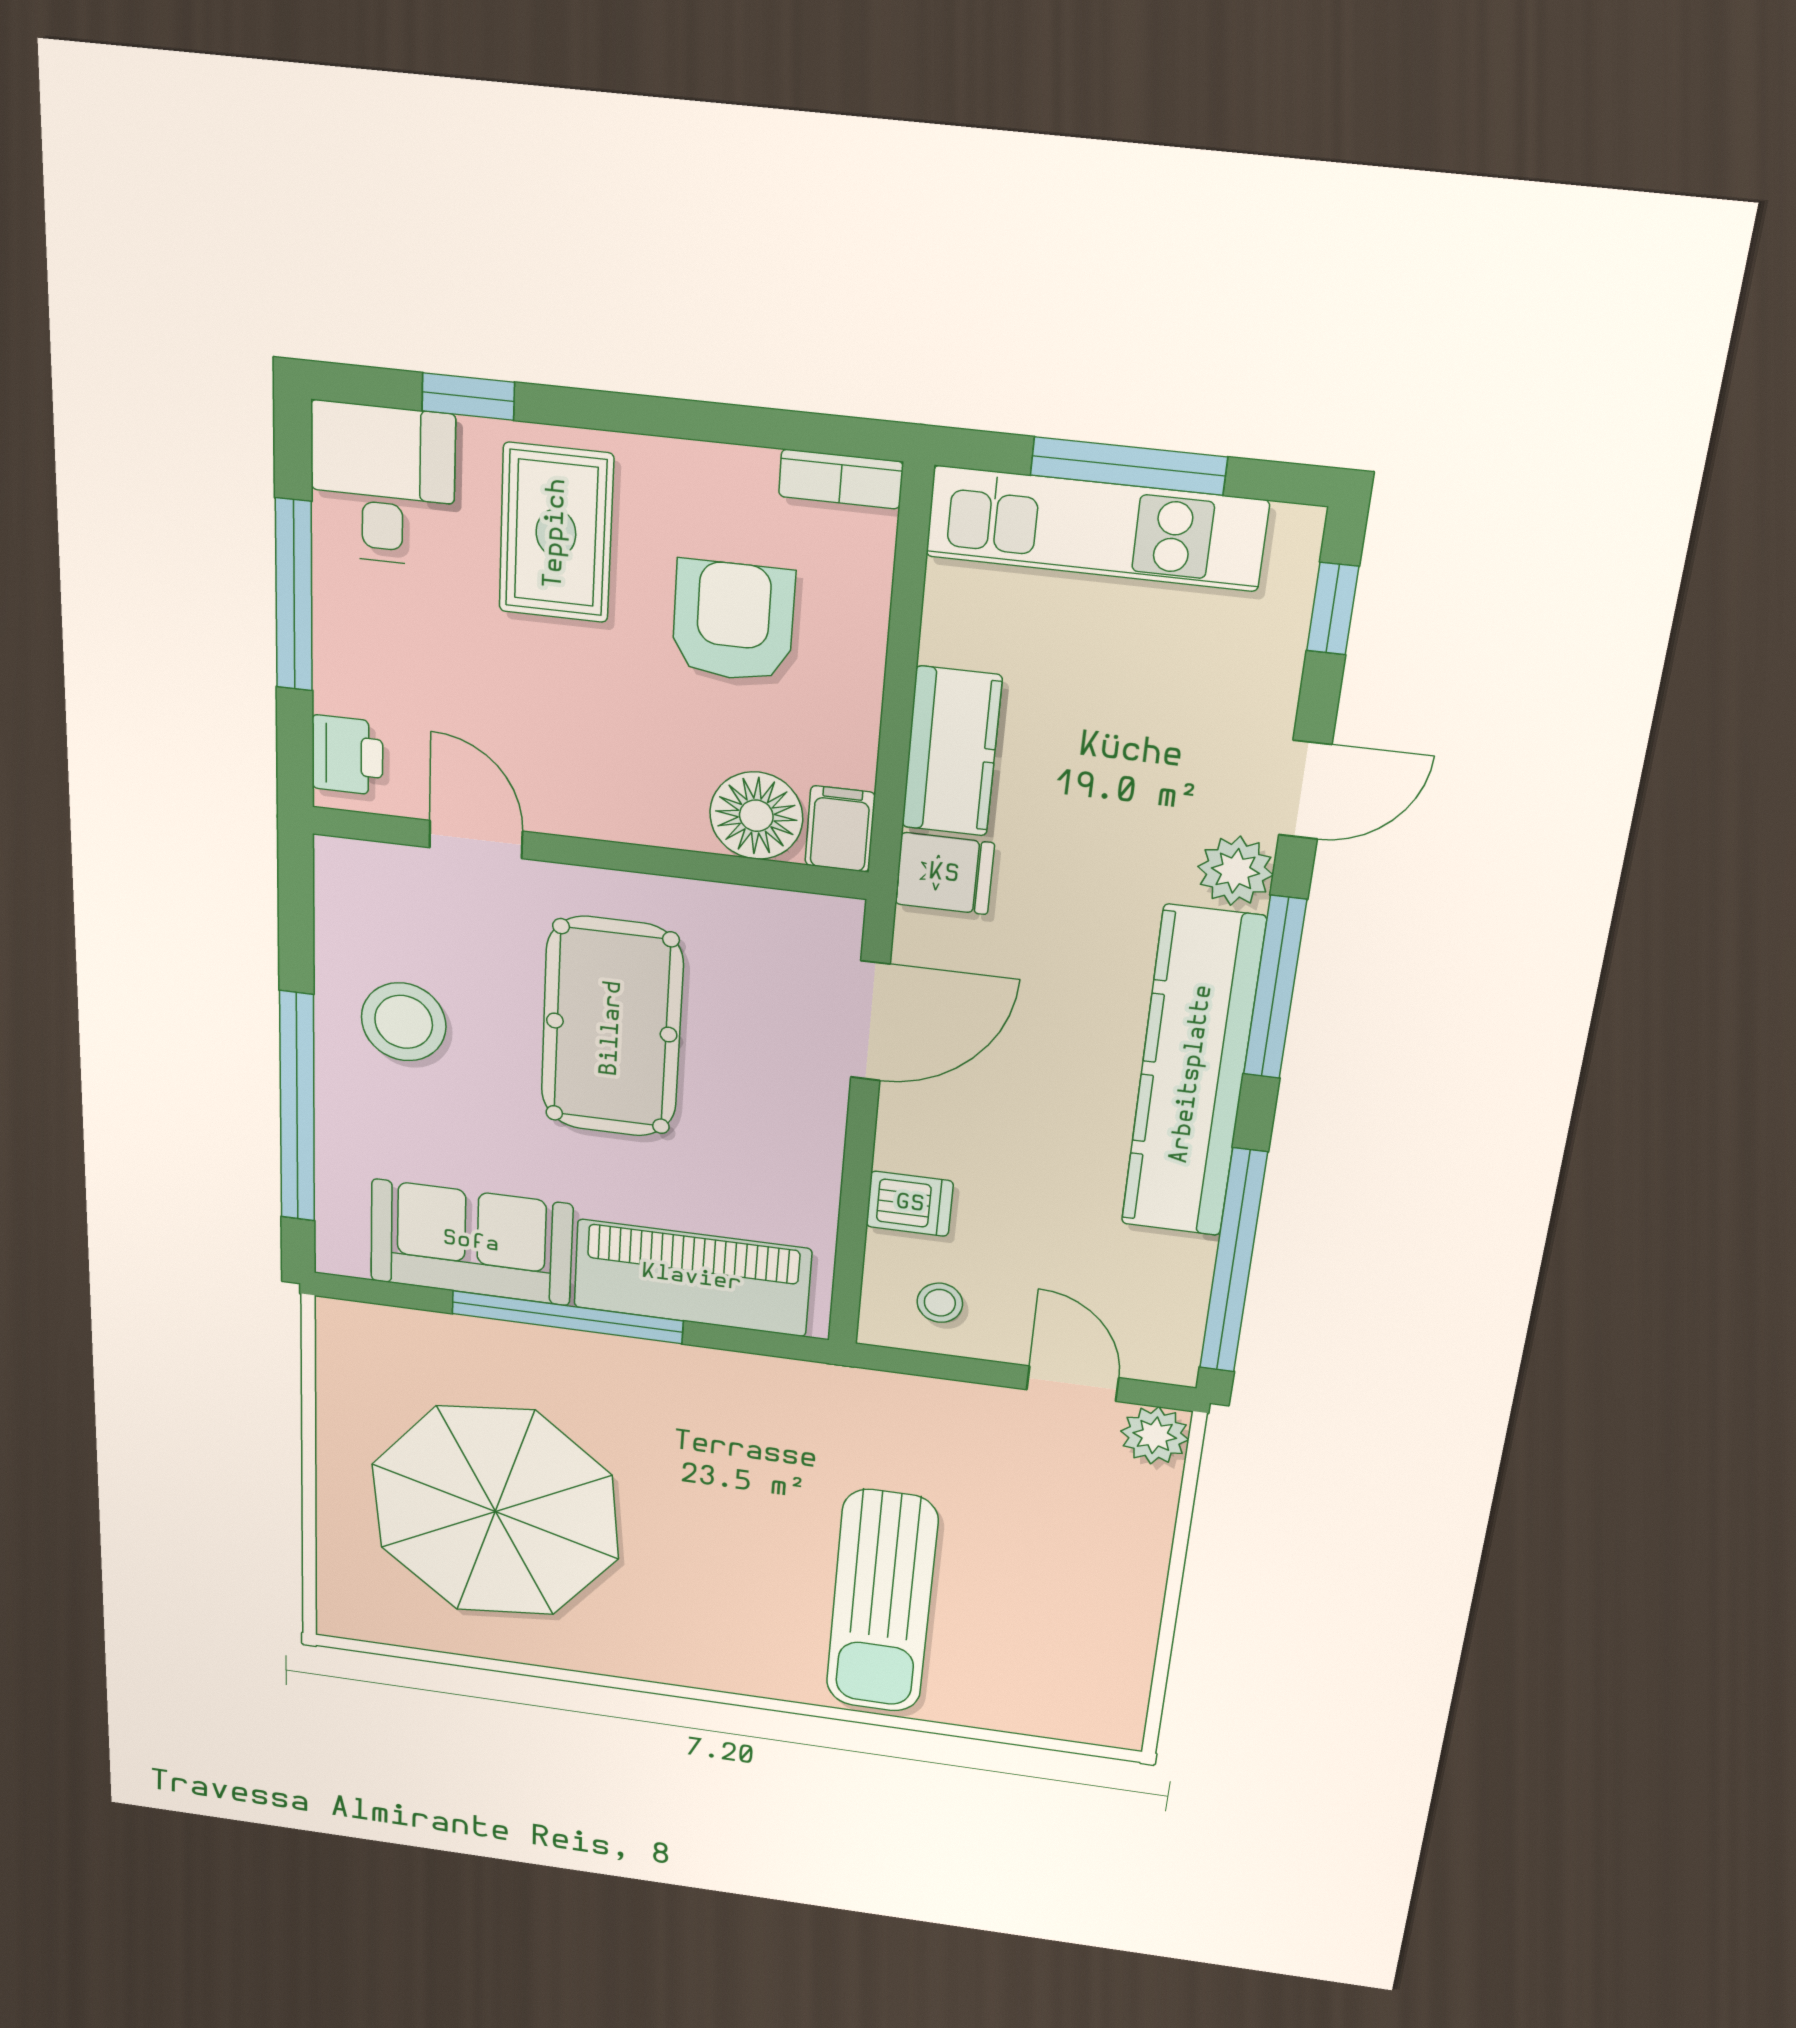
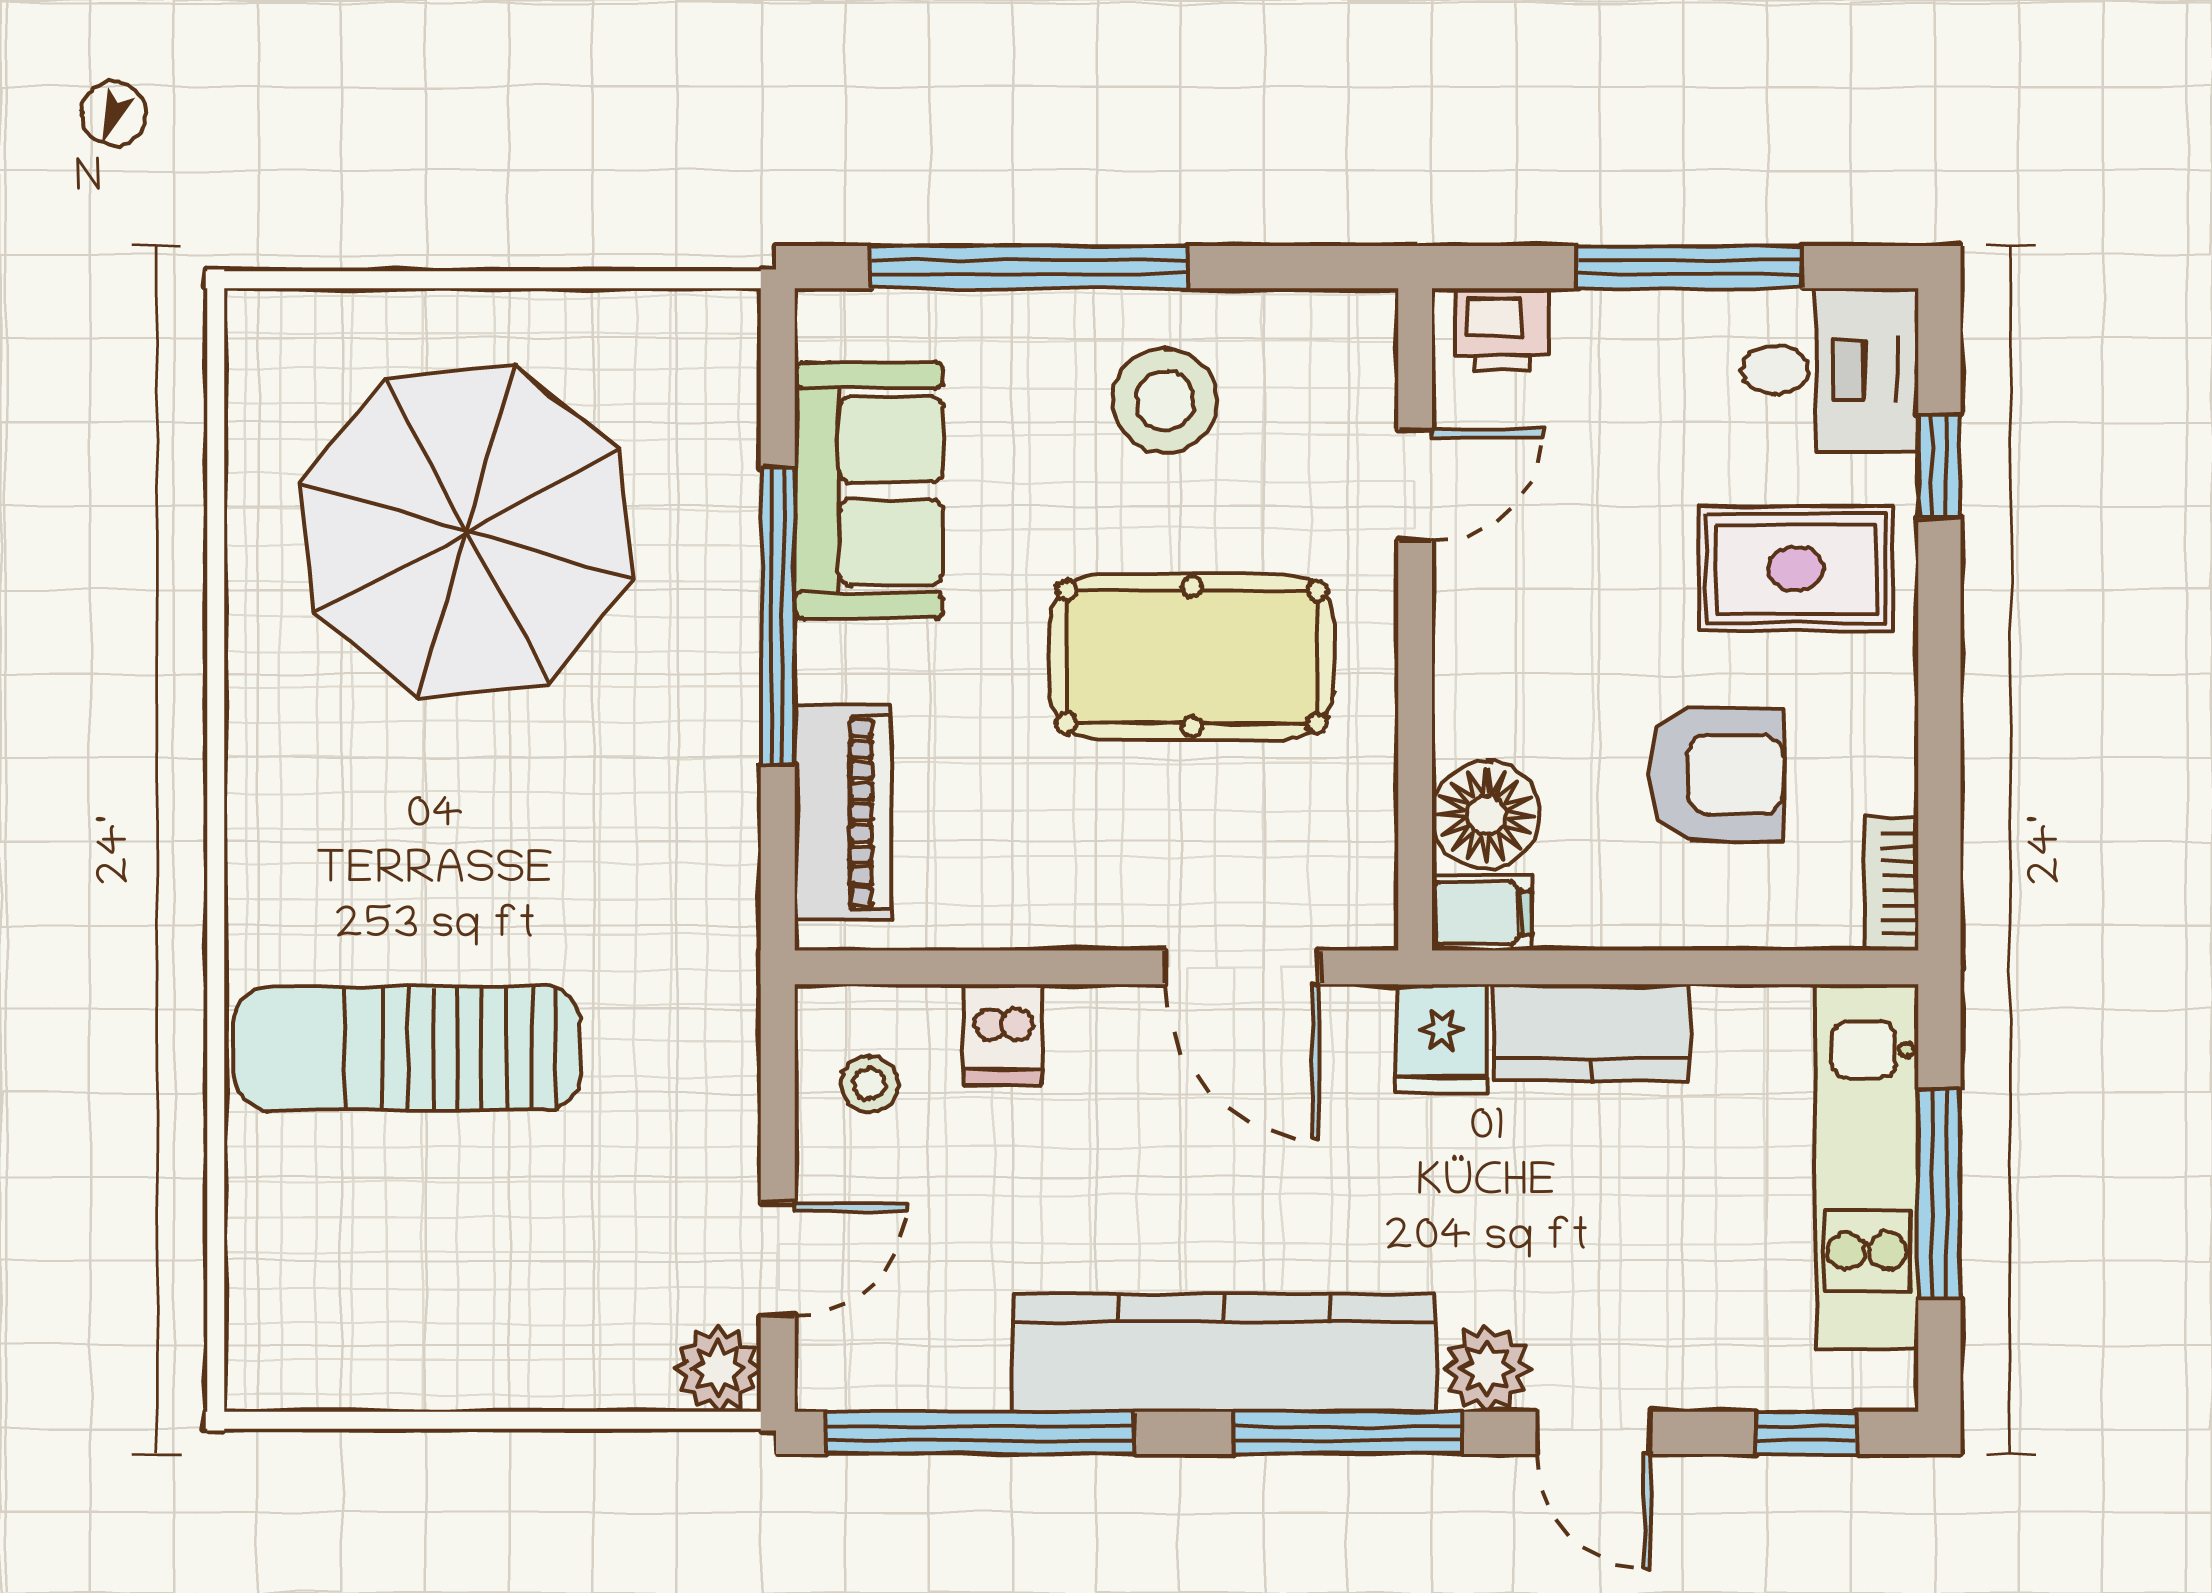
piano: (692, 1278) -> (843, 812), width x0.73, depth x0.75

